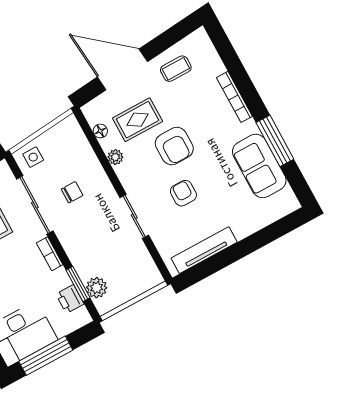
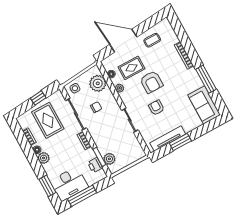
plant: (75, 148) -> (98, 83), added
sofa: (259, 166) -> (204, 105), moved
window: (227, 257) -> (180, 142), added

